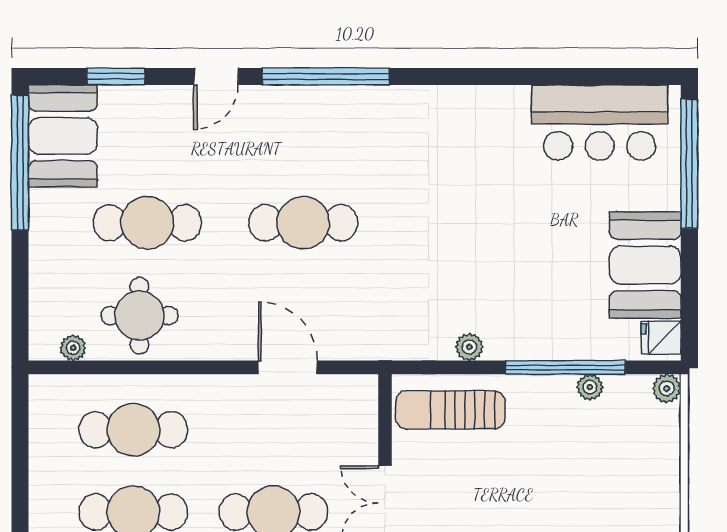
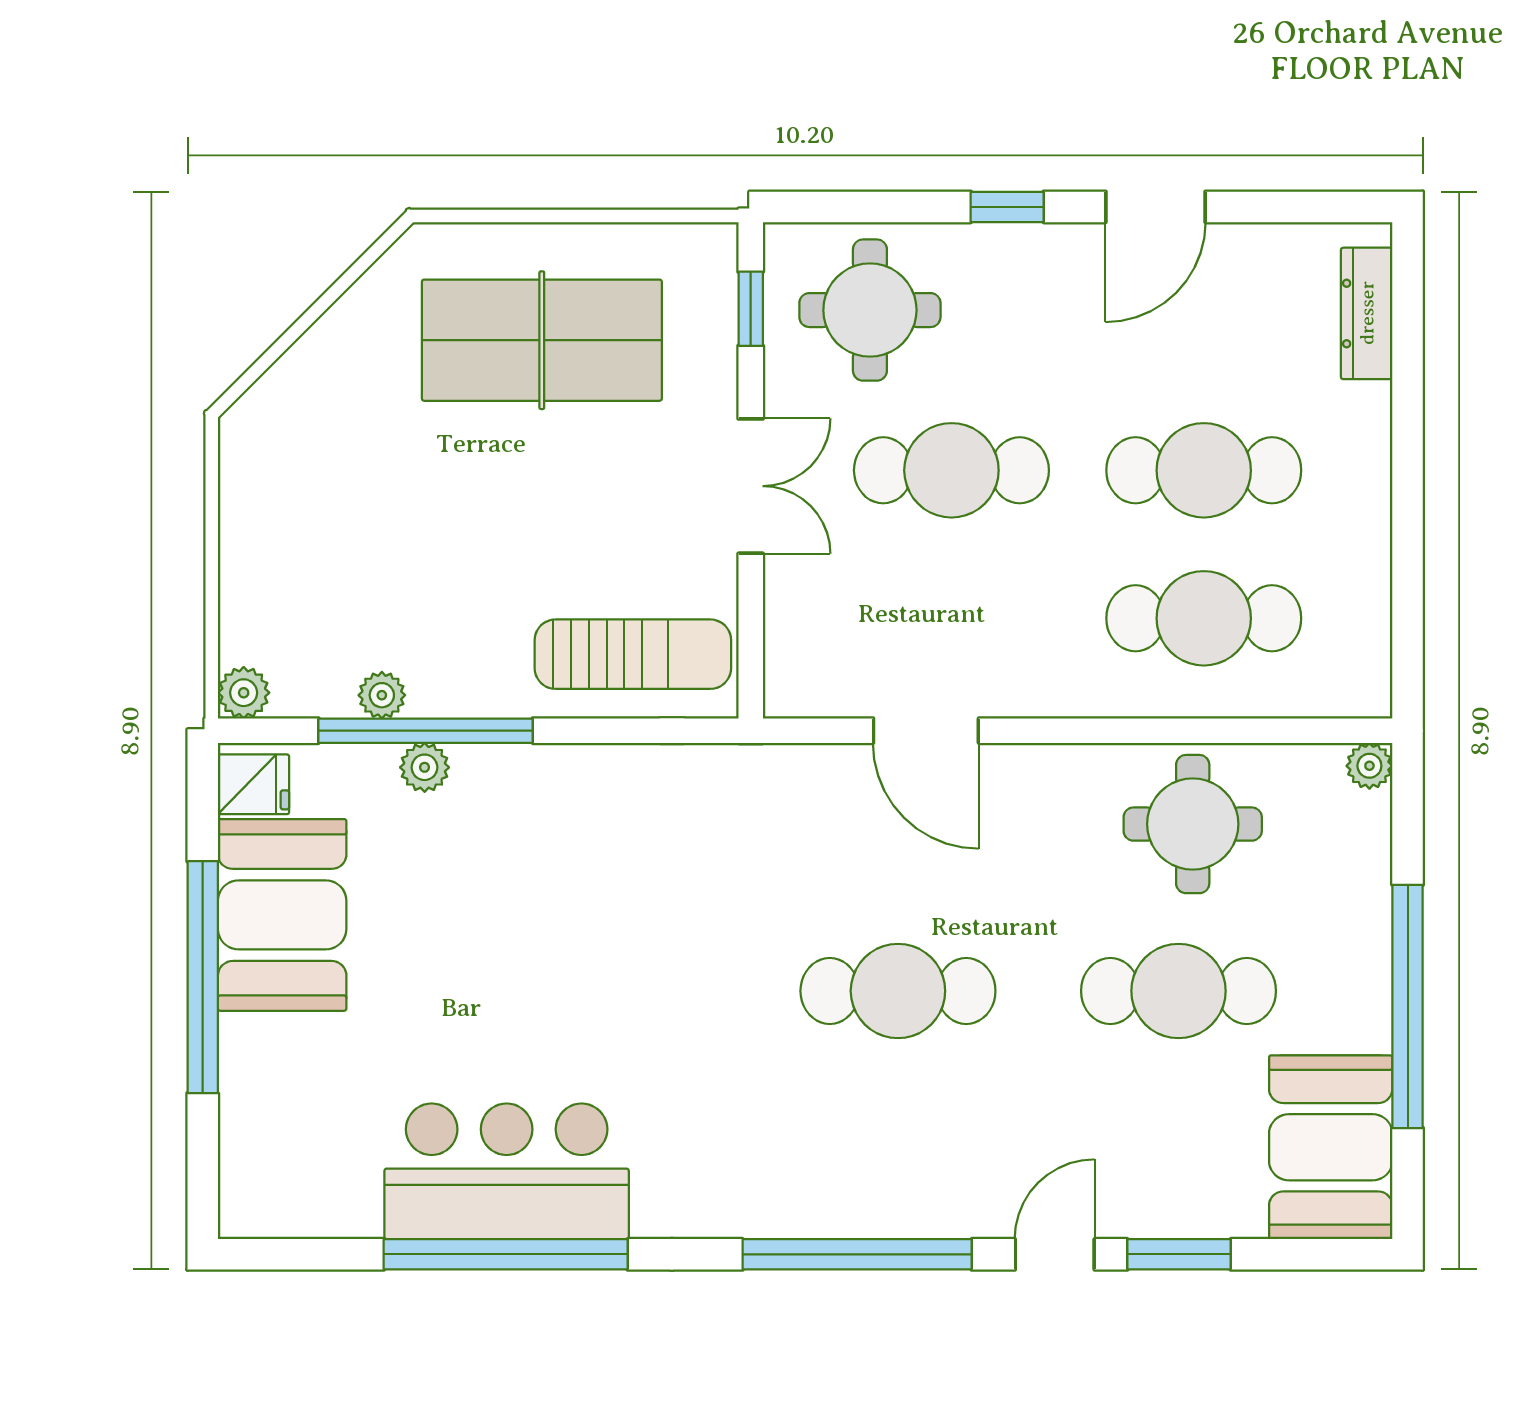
window: (116, 76) -> (1179, 1254), moved
window: (521, 76) -> (506, 1254), added
bar counter: (600, 123) -> (507, 1171), moved
window: (20, 163) -> (1408, 1006), moved
window: (689, 164) -> (203, 977), moved
plant: (469, 347) -> (425, 767), moved
plant: (73, 348) -> (1369, 766), moved

